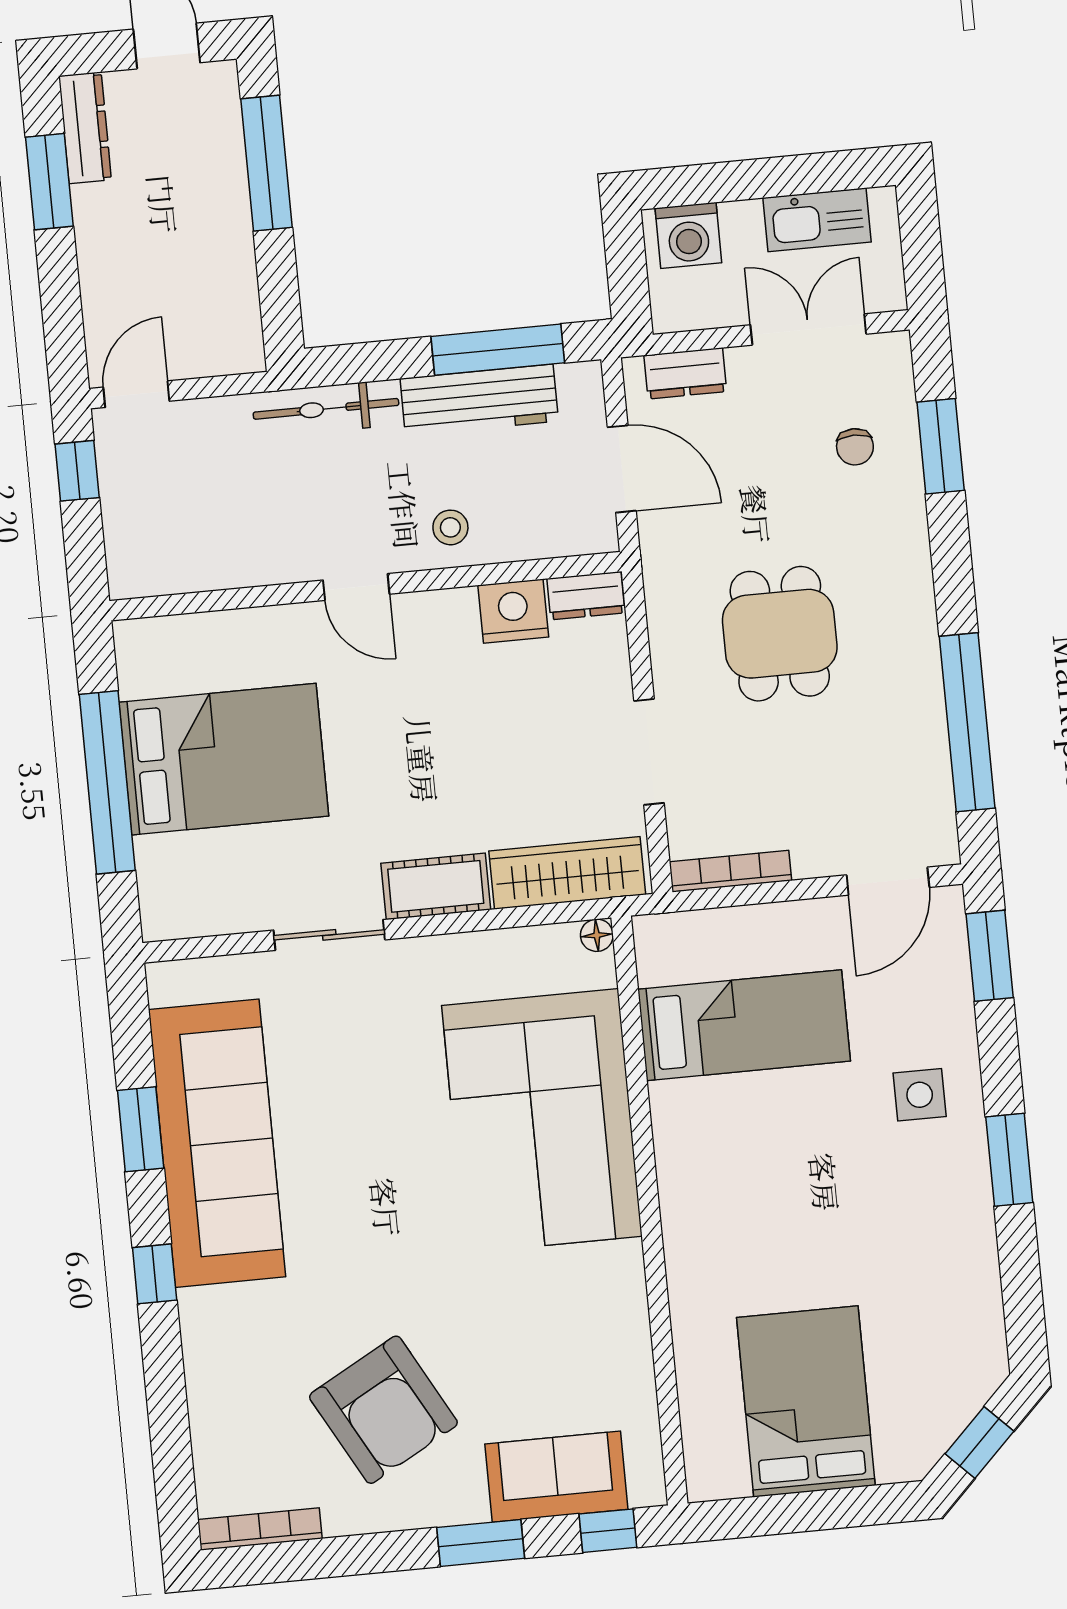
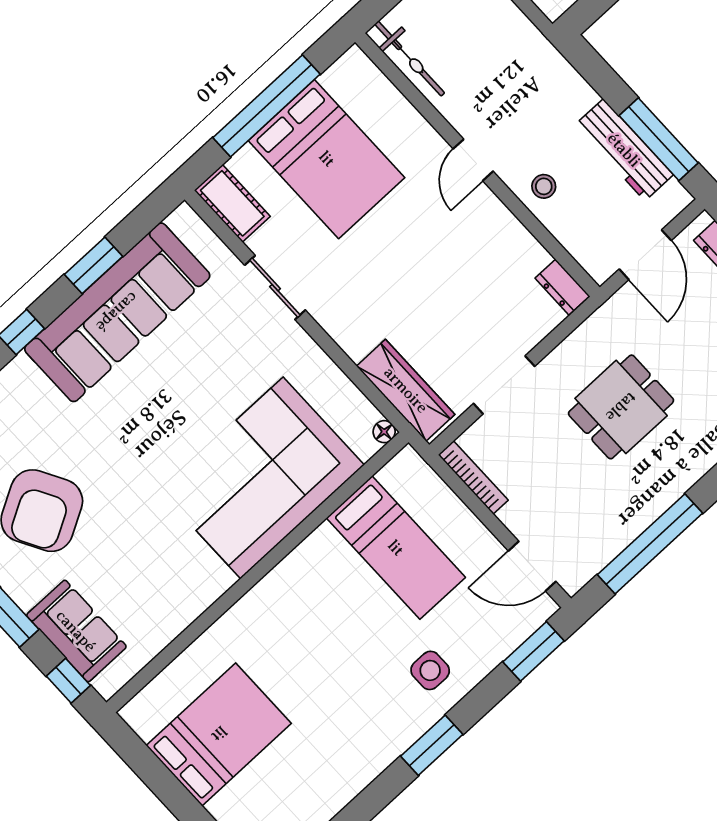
bicycle: (326, 409) -> (410, 58), moved, turned 180
nightstand: (513, 611) -> (524, 254), removed
cot: (436, 886) -> (232, 203), moved

